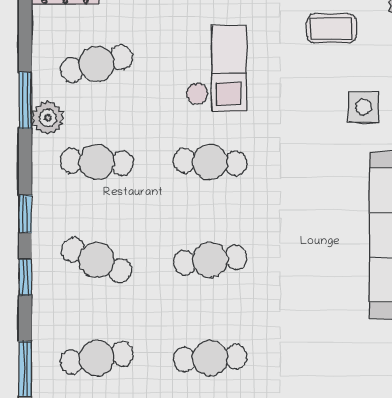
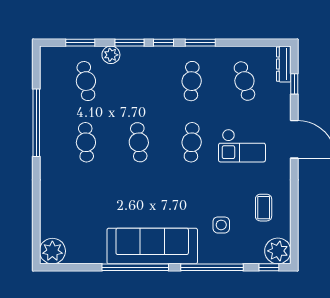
window: (25, 100) -> (200, 43), moved
plant: (48, 118) -> (111, 55), moved
cafe table: (97, 260) -> (139, 81), removed
window: (25, 277) -> (130, 43), width x1.50

